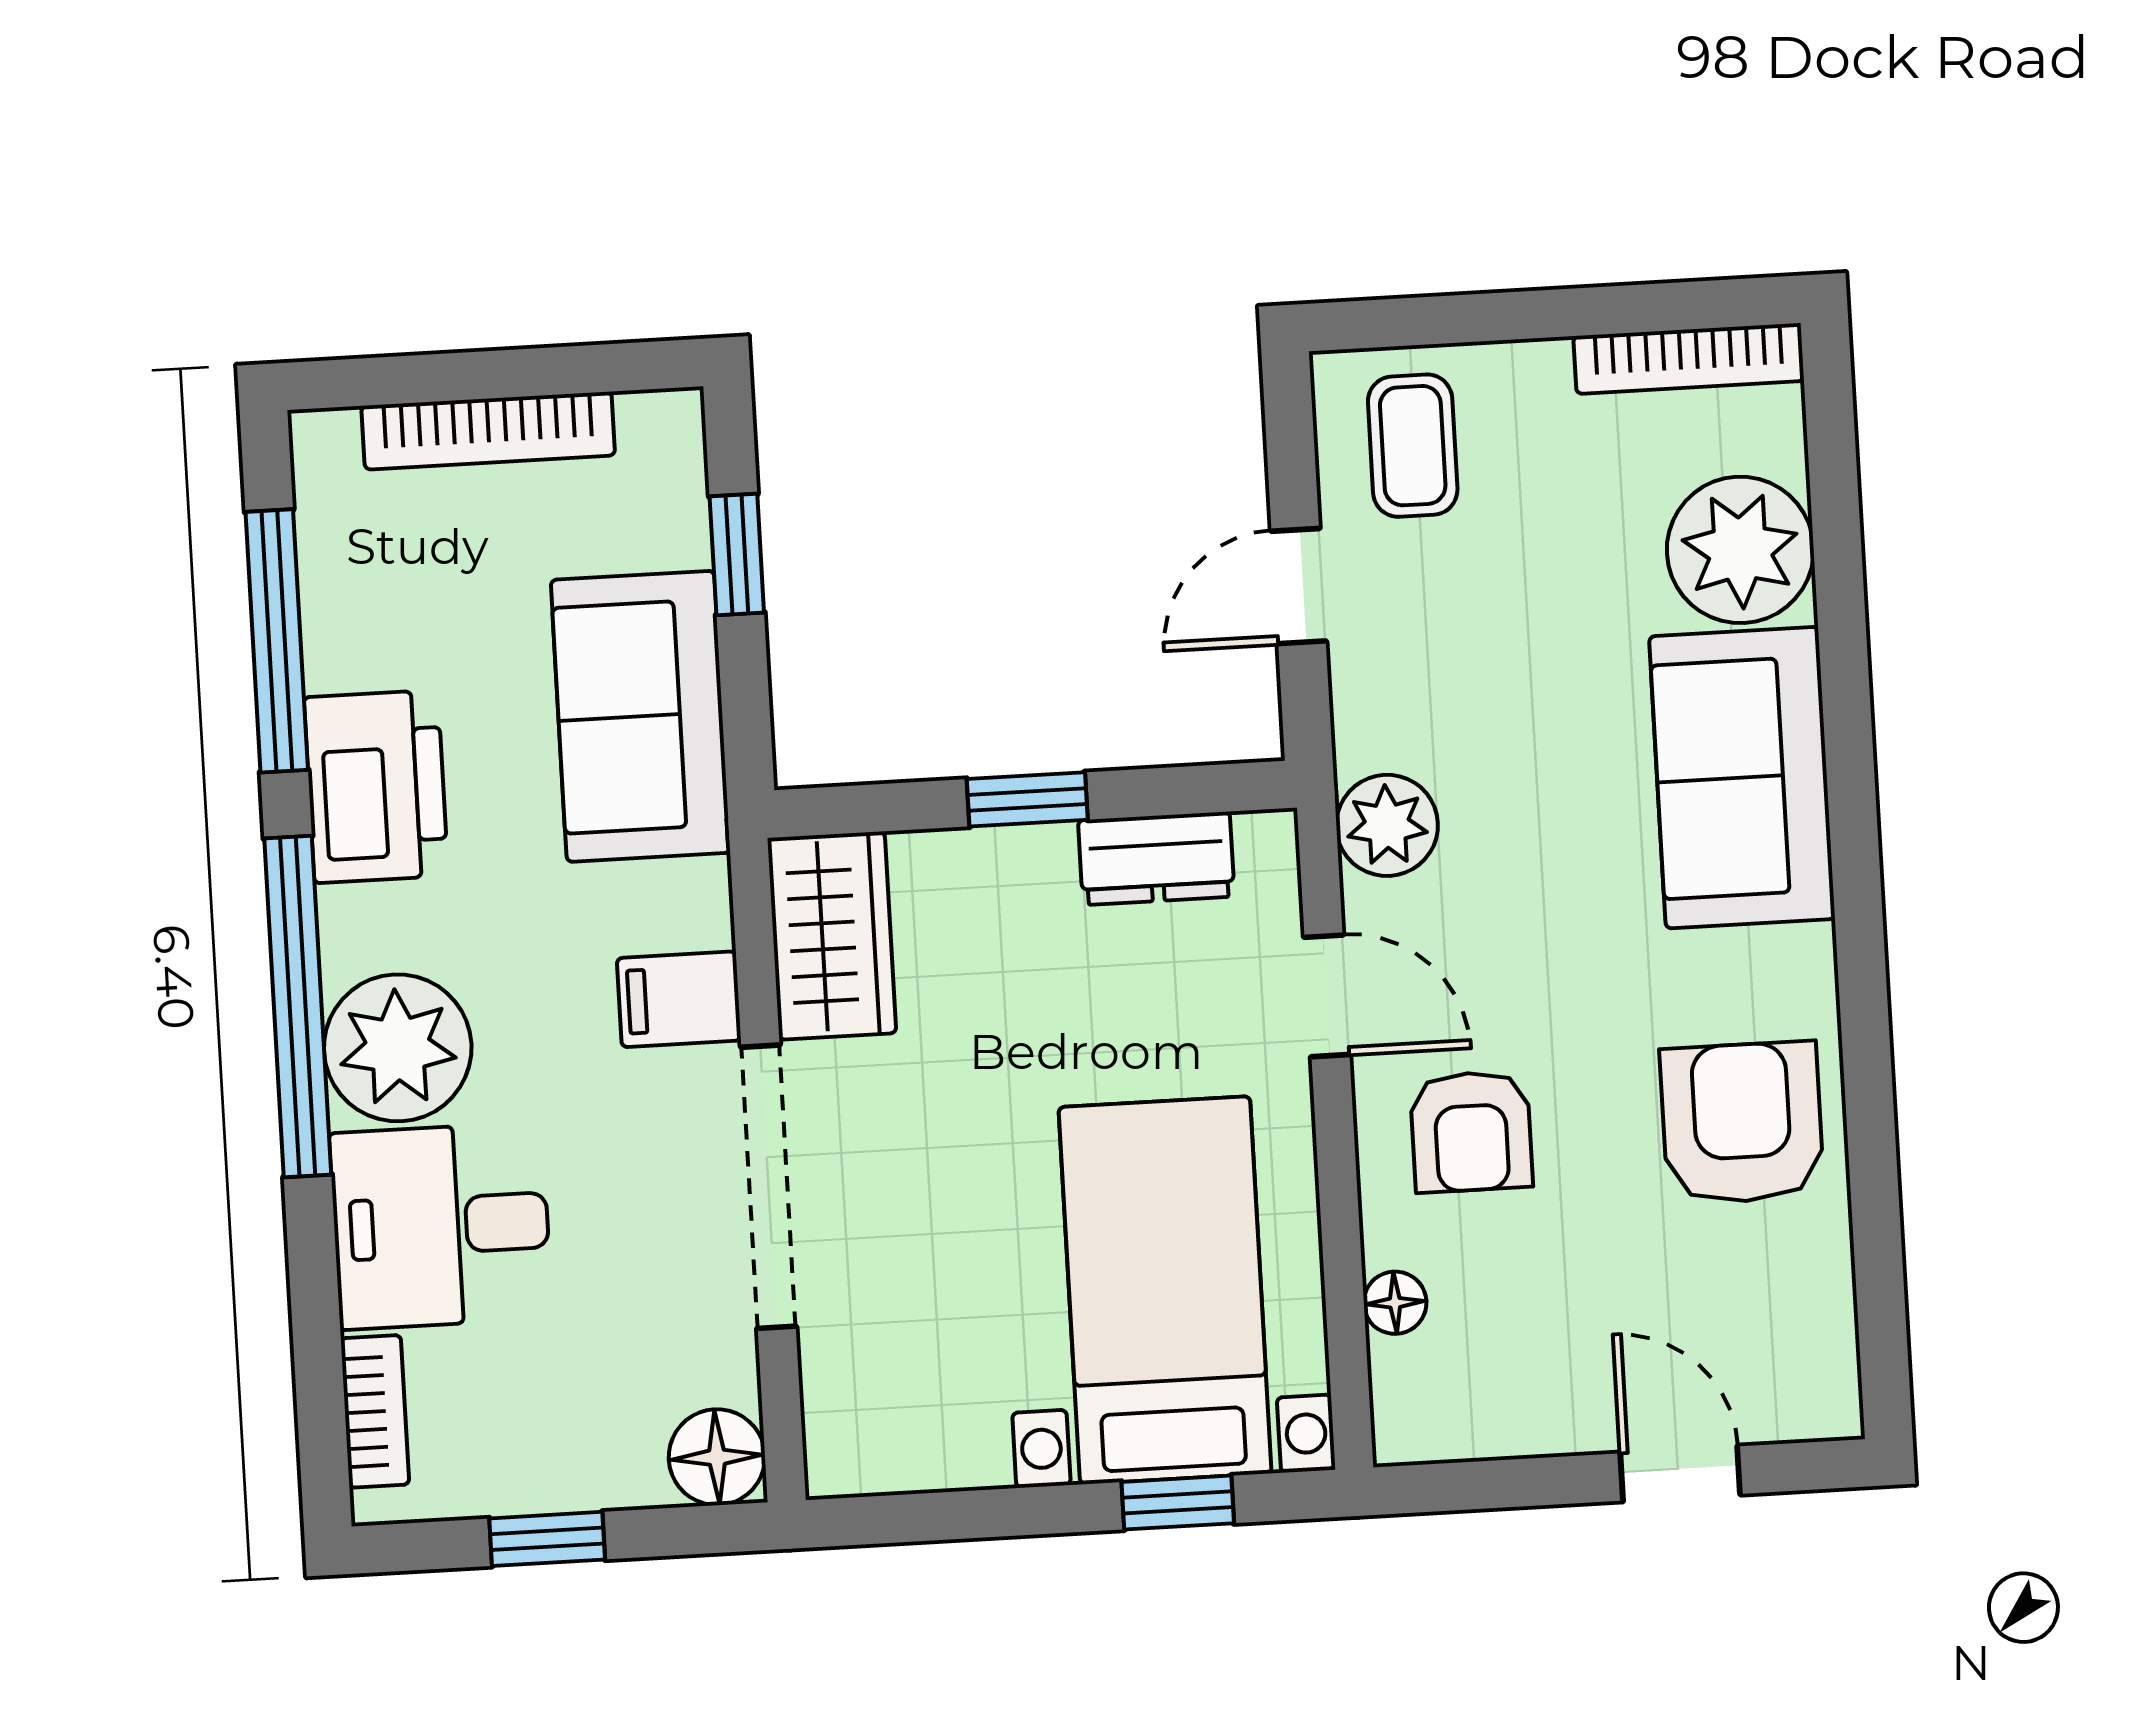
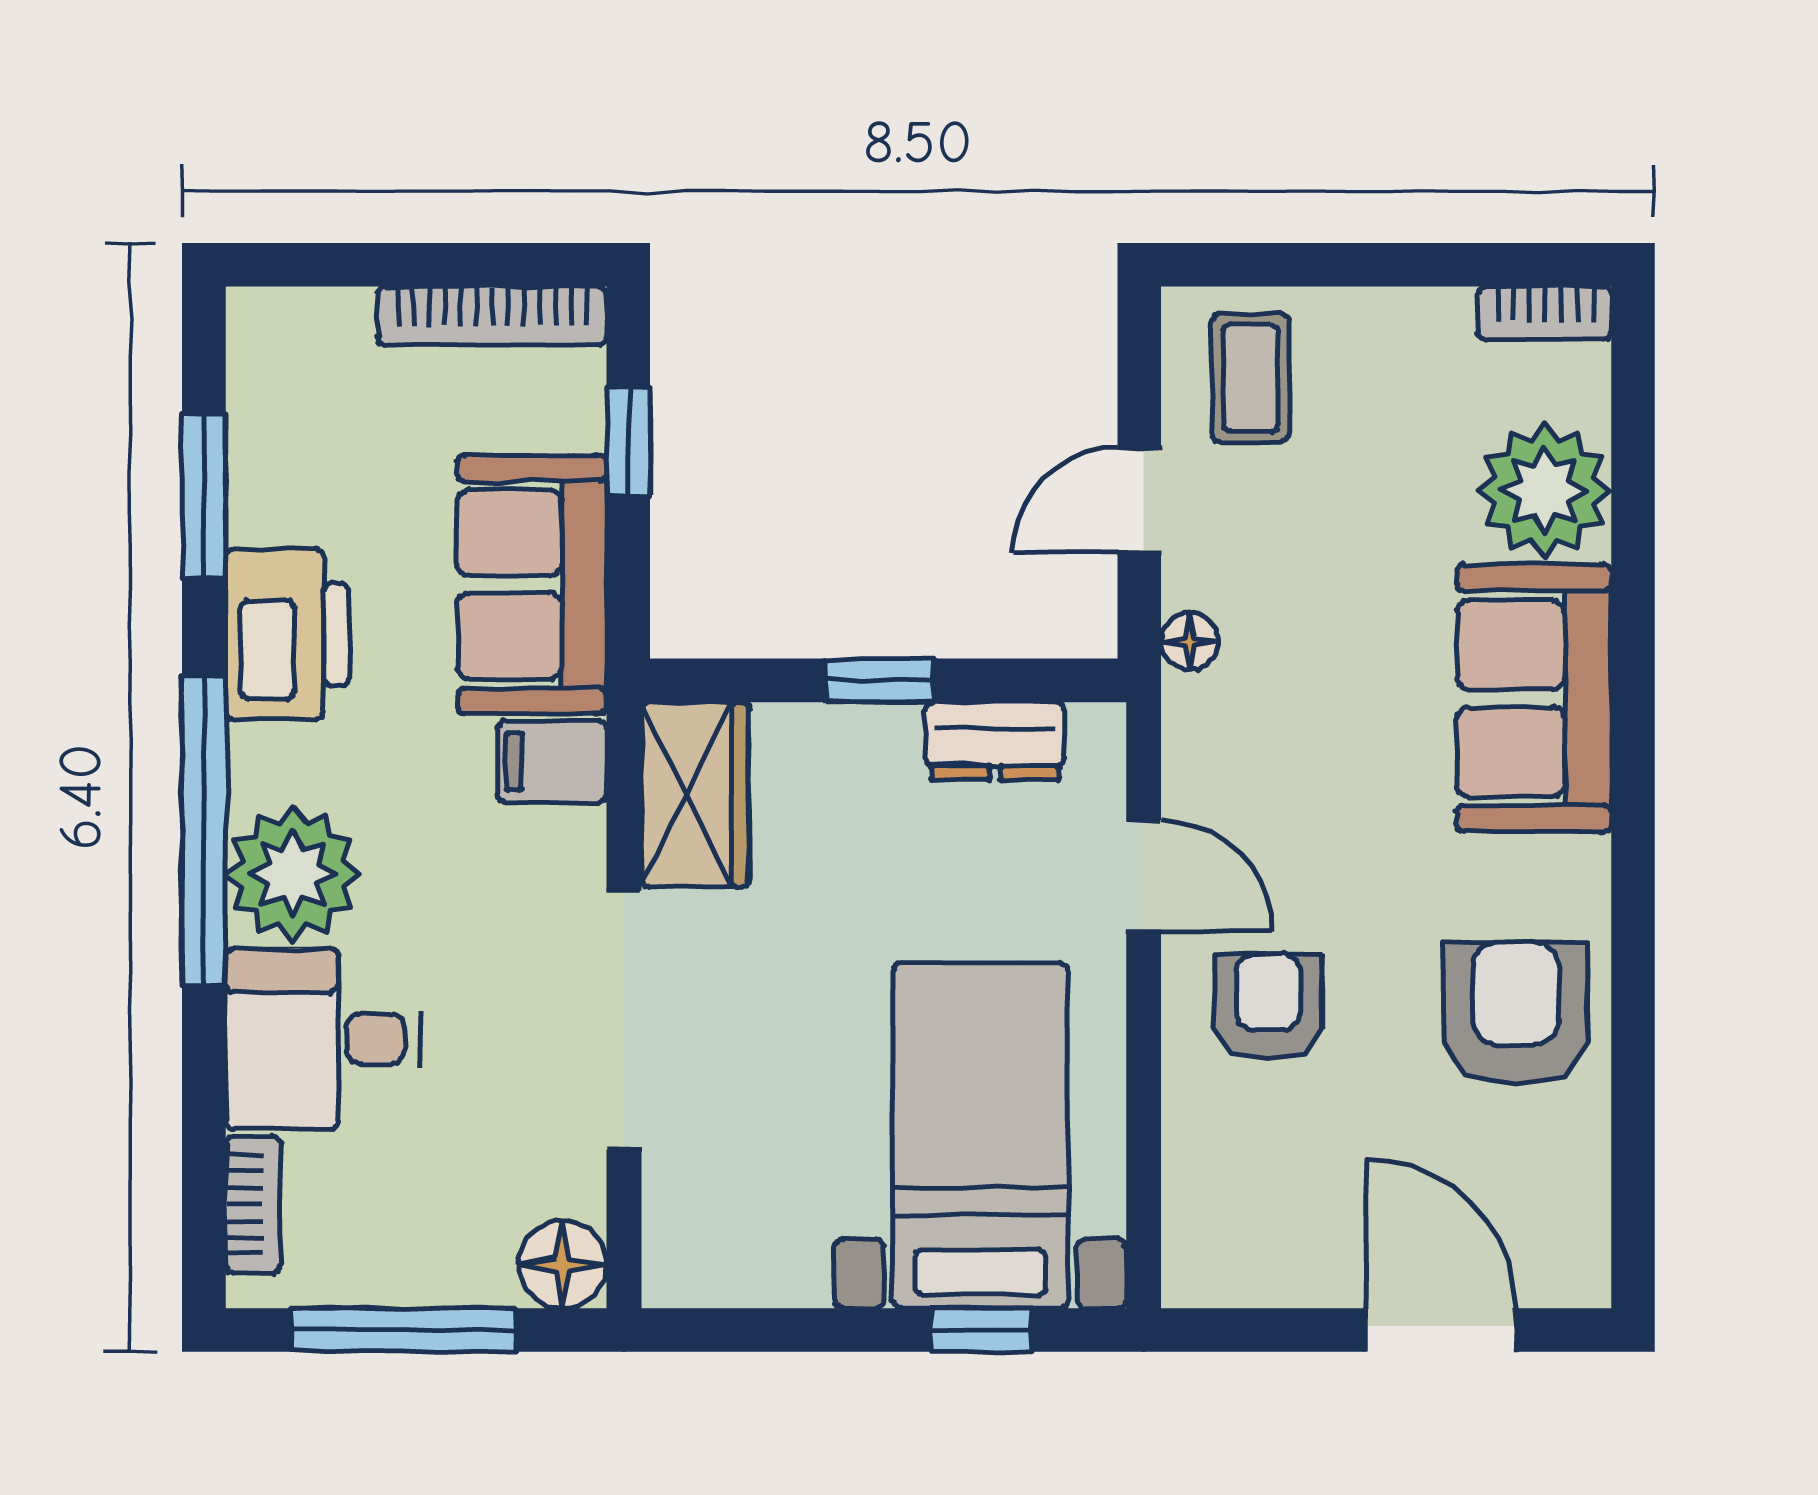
bookcase: (1689, 359) -> (1545, 313), width x0.64
bookcase: (488, 431) -> (492, 316), moved
window: (277, 641) -> (204, 496), width x0.69
plant: (1387, 825) -> (1207, 723), removed
filing cabinet: (679, 999) -> (552, 761), moved
armchair: (1471, 1132) -> (1268, 1007), turned 180
floor lamp: (1395, 1303) -> (1190, 641), moved
door: (1680, 1474) -> (1441, 1330), width x1.38
window: (547, 1539) -> (403, 1330), width x2.17

